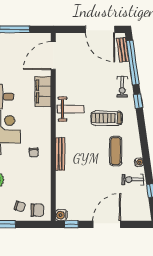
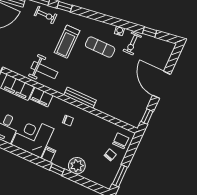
weight bench: (71, 109) -> (44, 70), turned 90
filing cabinet: (44, 118) -> (41, 97), added
water cooler: (61, 215) -> (135, 122), removed

